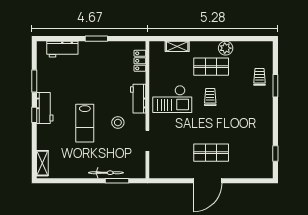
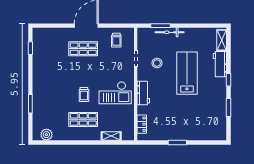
plant: (226, 48) -> (46, 135), moved
workbench: (62, 49) -> (205, 134), removed
trolley: (259, 77) -> (116, 40), moved
checkout: (172, 99) -> (115, 93), turned 180
workbench: (45, 108) -> (220, 64), moved
lab bench: (85, 123) -> (187, 73), width x1.36, depth x1.39
stool: (118, 123) -> (157, 63), moved

